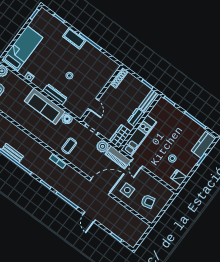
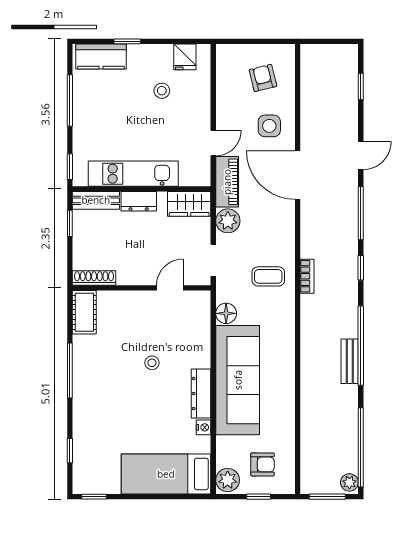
cot: (74, 38) -> (84, 312), moved
dresser: (55, 95) -> (201, 394), moved
sofa: (45, 106) -> (238, 380), width x1.36, depth x1.27
kitchen unit: (139, 136) -> (133, 174), moved

